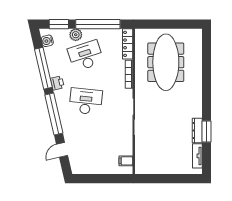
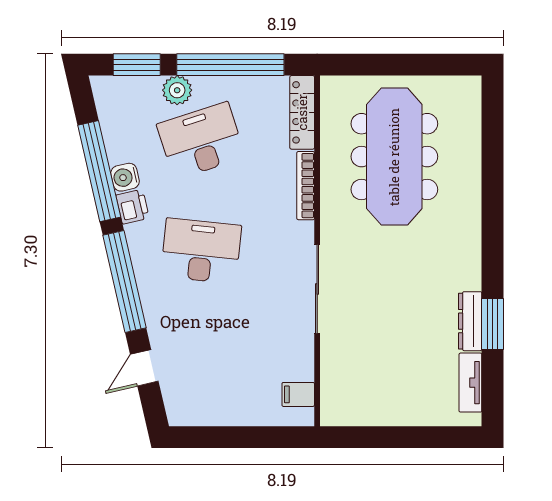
water cooler: (47, 41) -> (125, 177), moved

